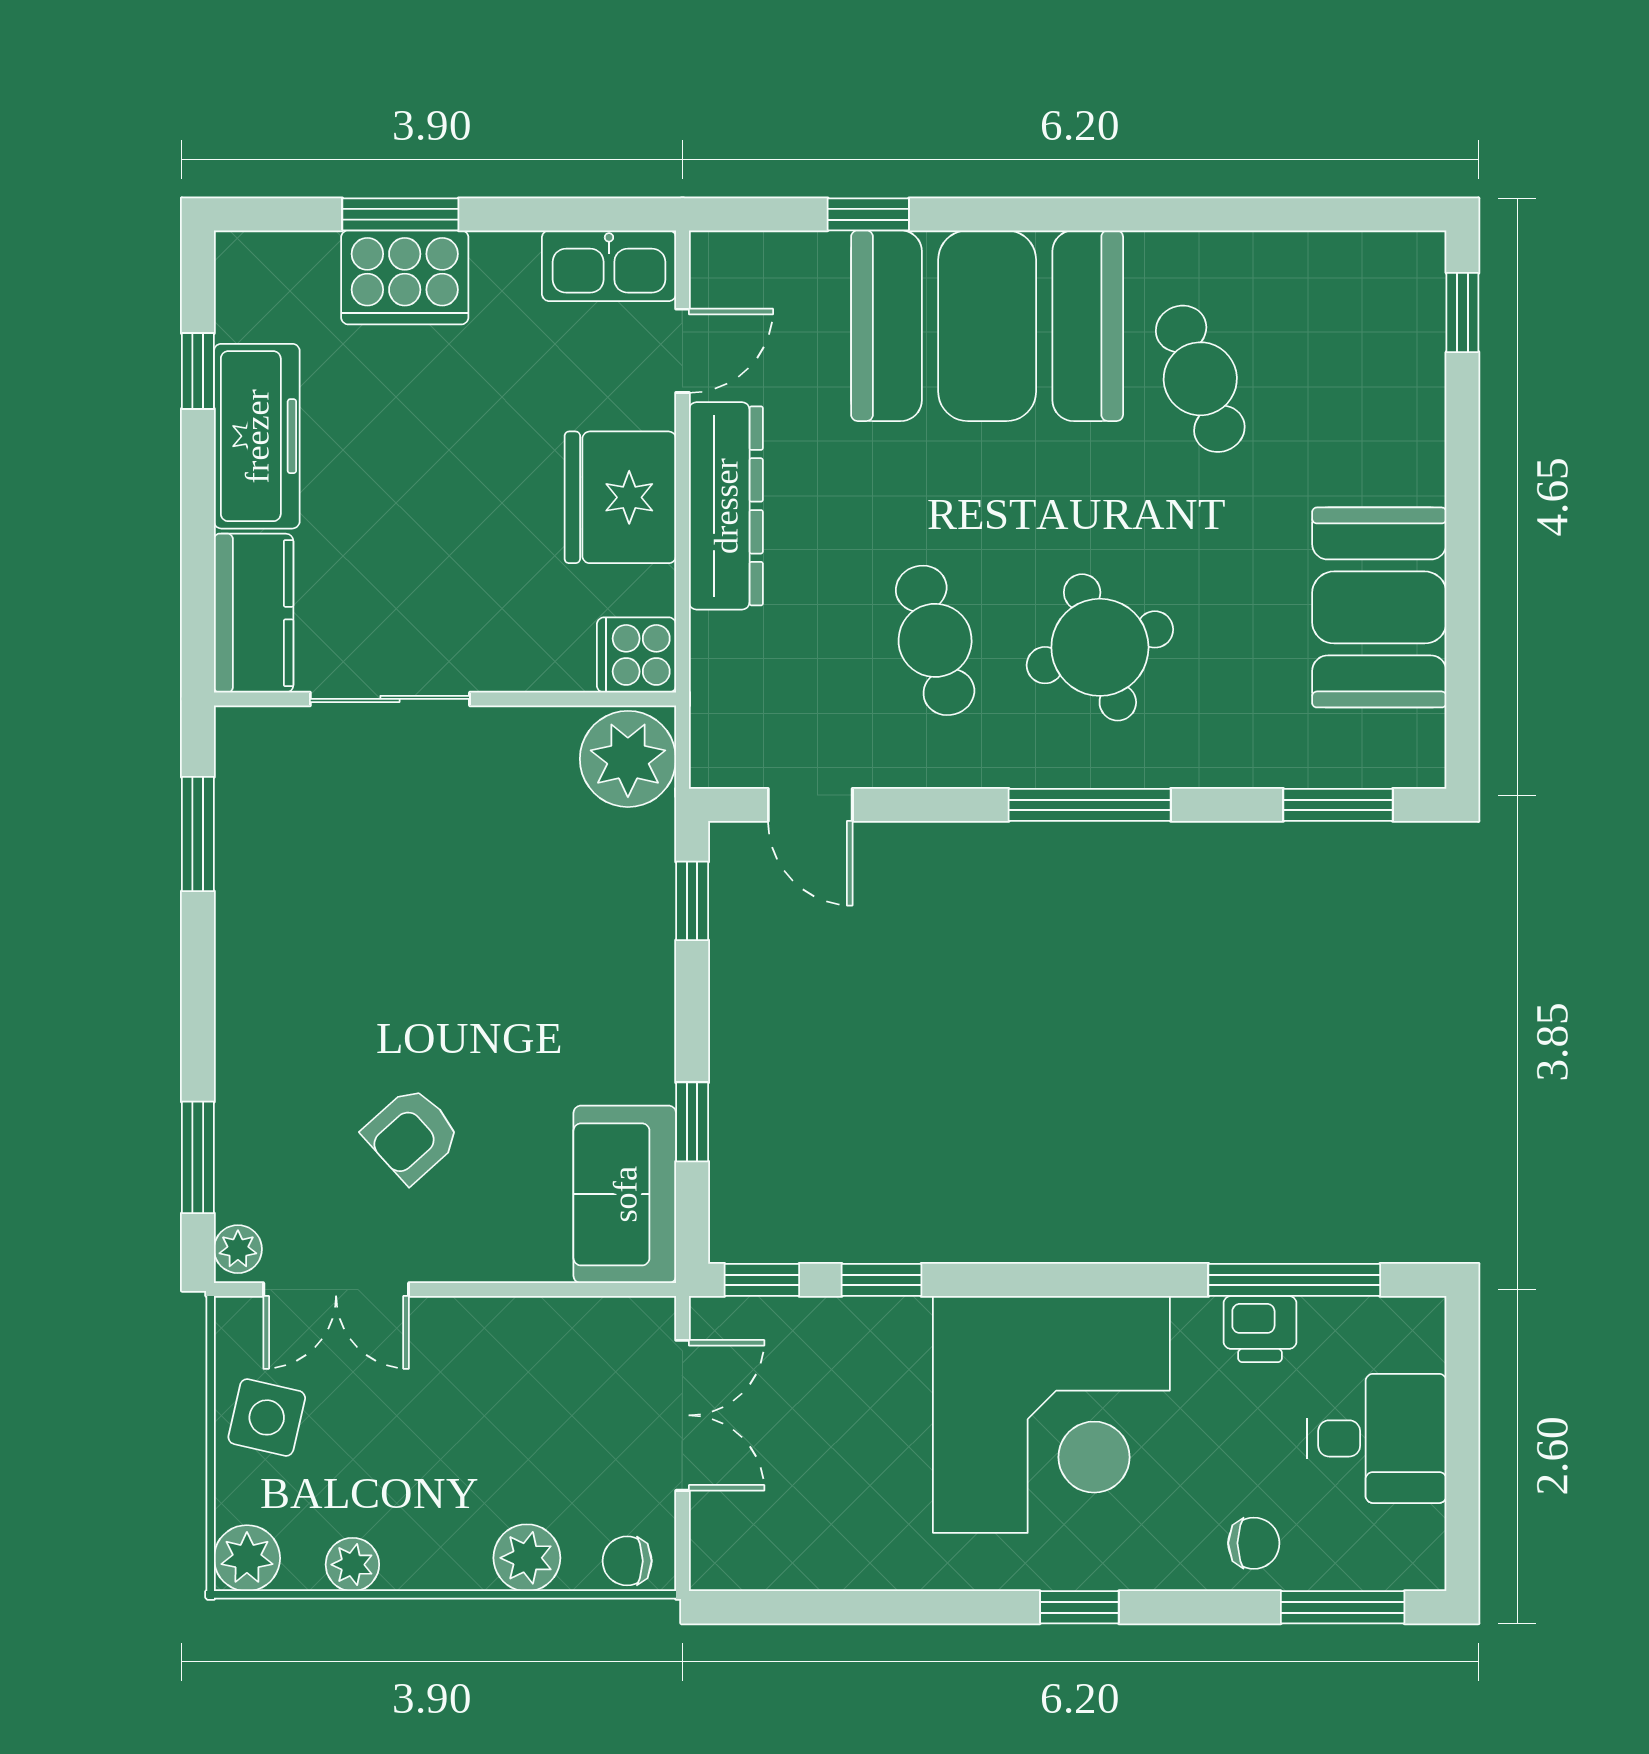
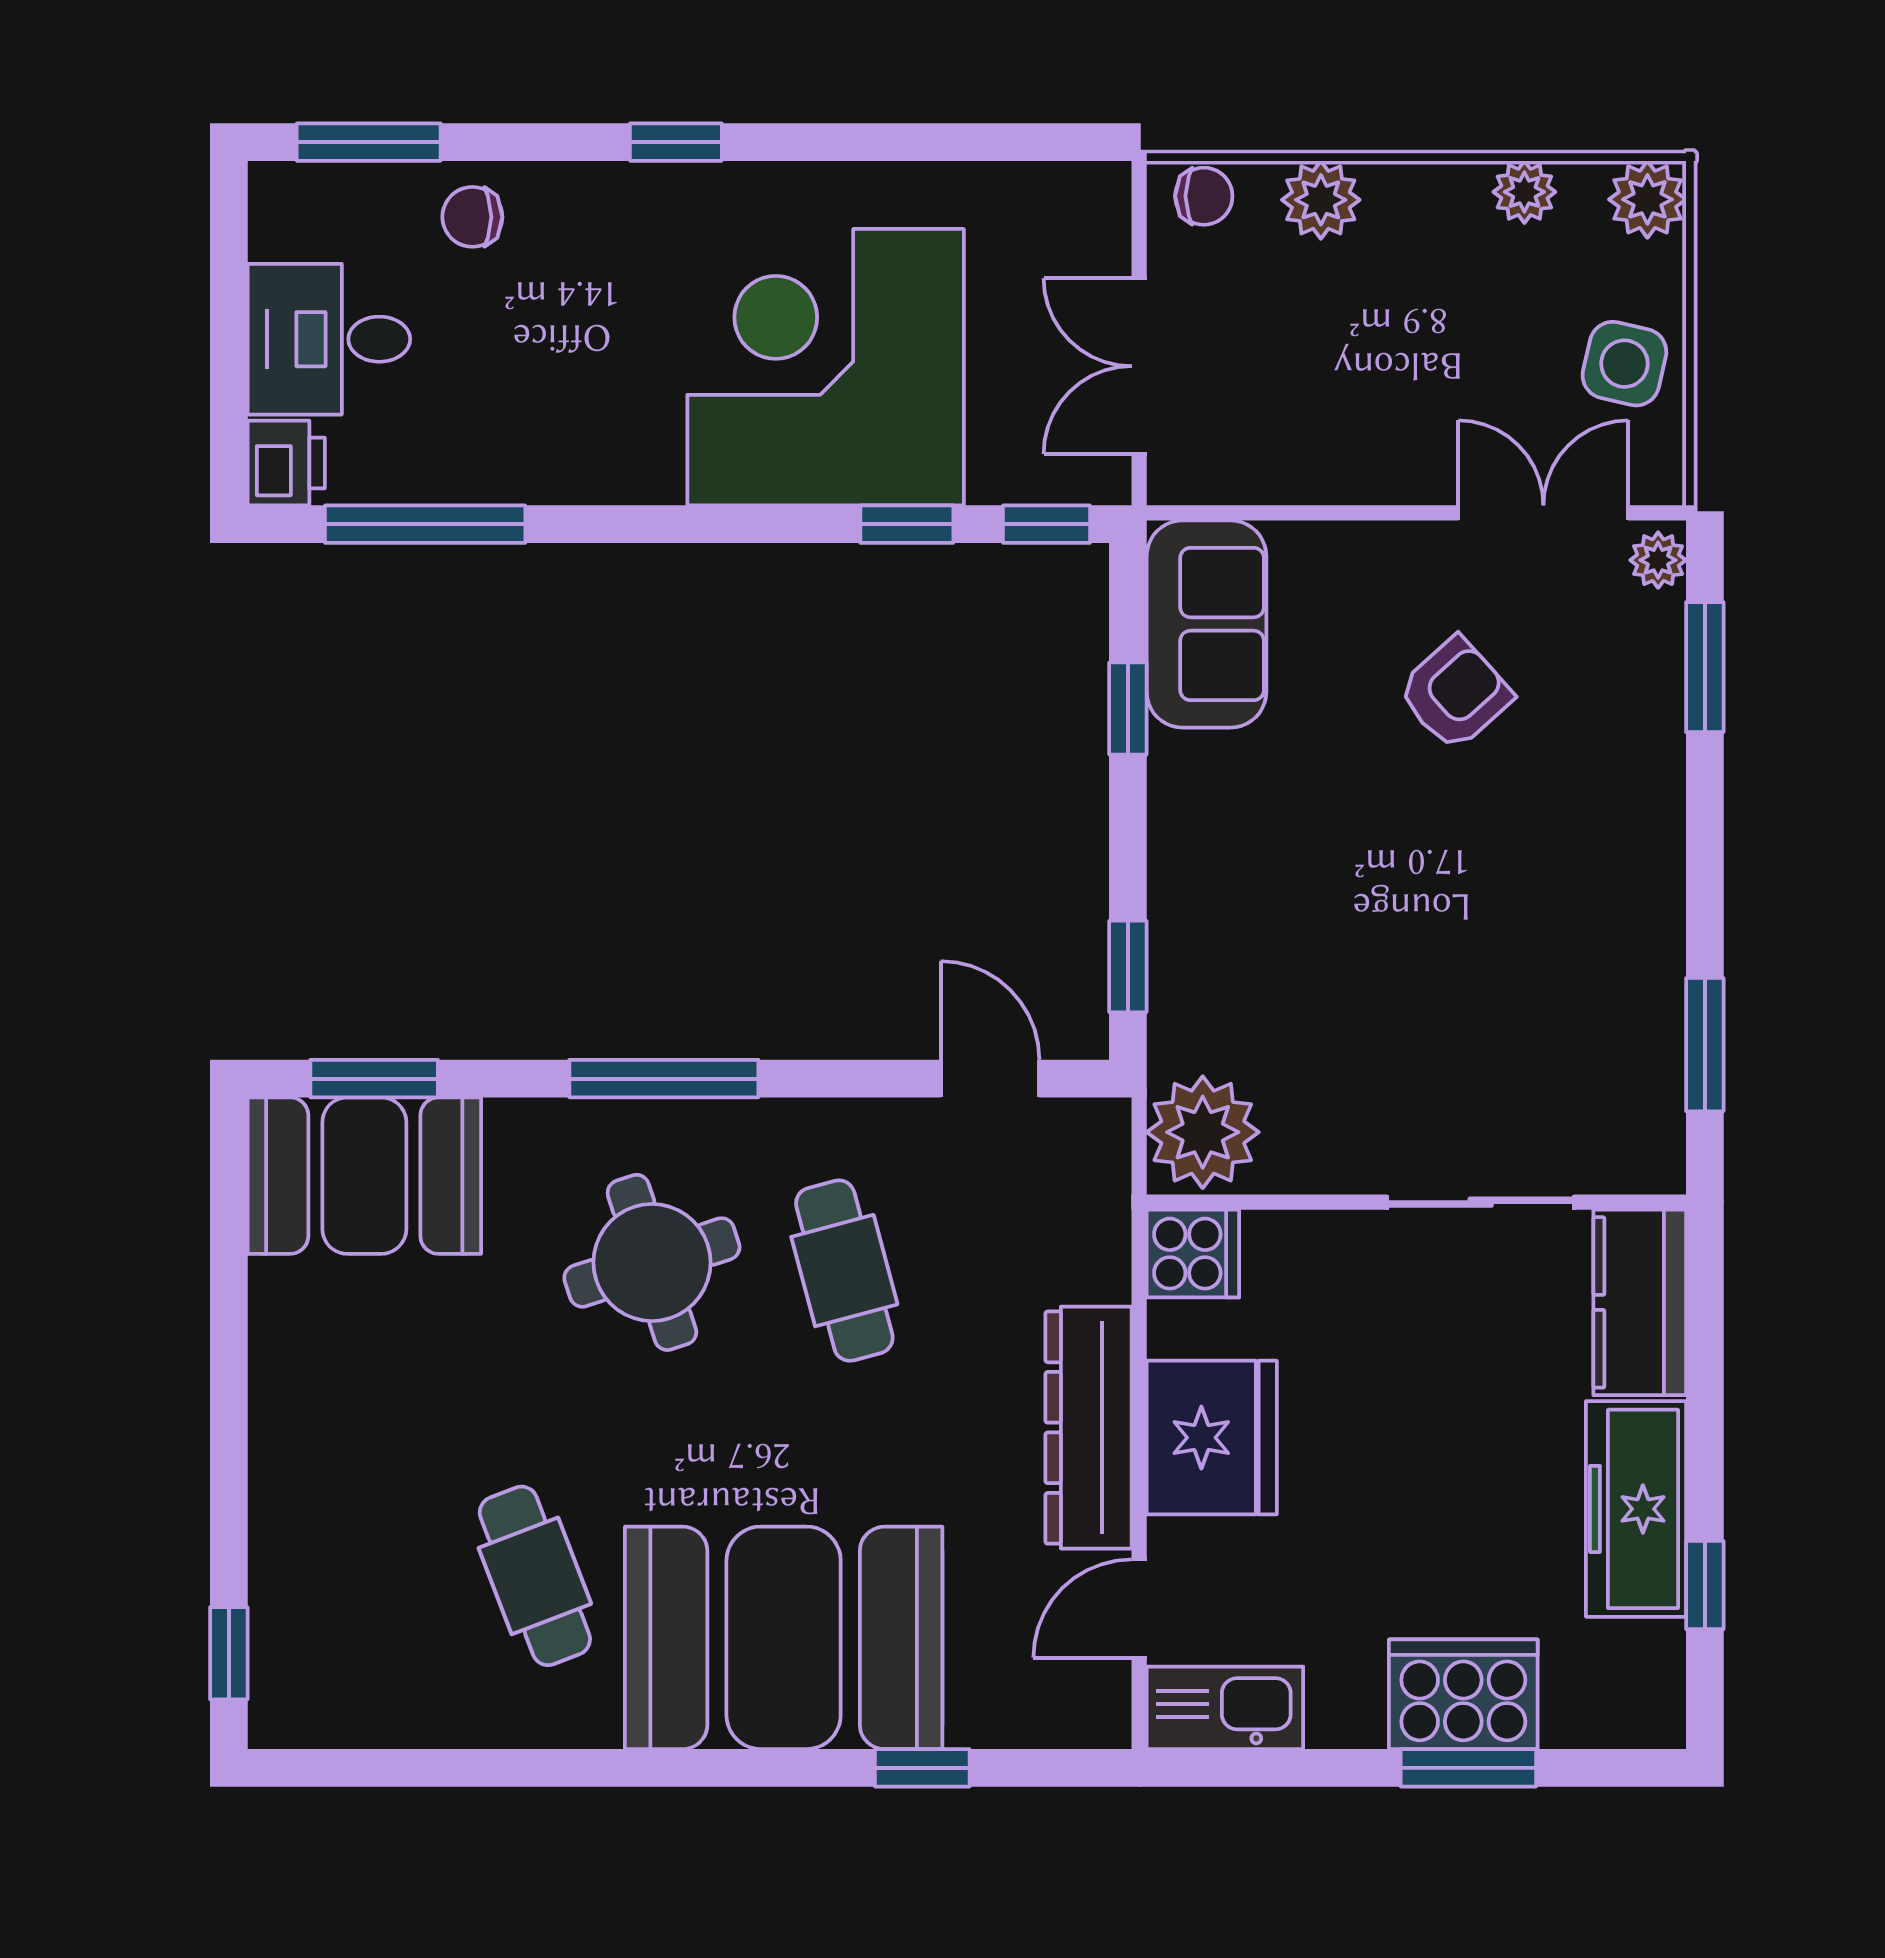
booth: (1379, 607) -> (364, 1176), moved, turned 90
printer: (1260, 1329) -> (286, 463), moved, turned 90
corner desk: (1051, 1414) -> (826, 367), moved

